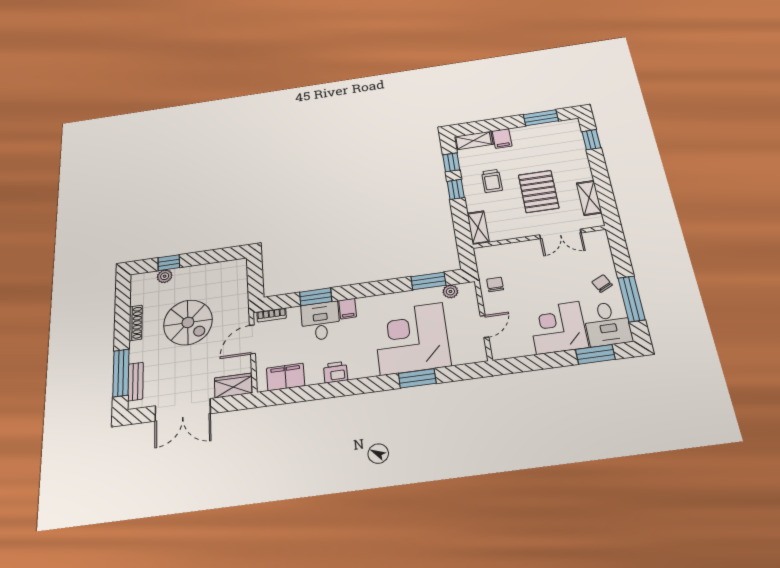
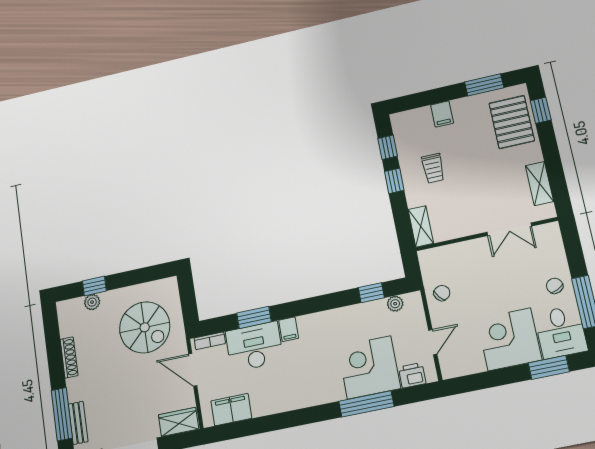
shelving: (474, 140) -> (411, 118), removed
pallet: (539, 191) -> (512, 122), moved
window: (428, 281) -> (371, 293), width x0.67
chair: (495, 284) -> (442, 293), turned 52
desk: (320, 321) -> (254, 347), width x1.37
spiral stairs: (188, 322) -> (145, 327), moved
door: (252, 339) -> (193, 370), hinge flipped
corner desk: (412, 339) -> (369, 367), width x0.74, depth x0.74
printer: (335, 372) -> (412, 375), moved
window: (417, 378) -> (366, 404), width x1.44

